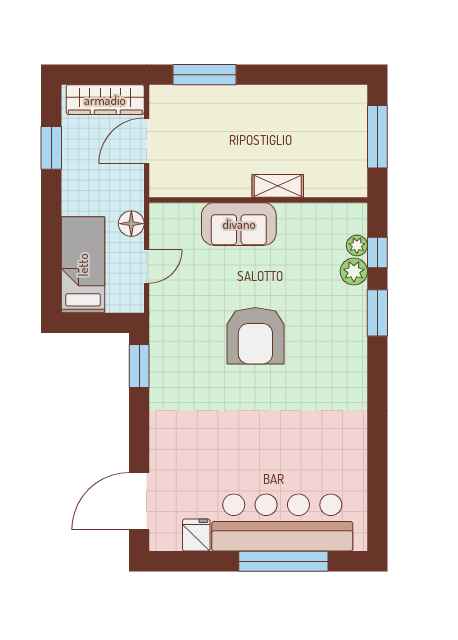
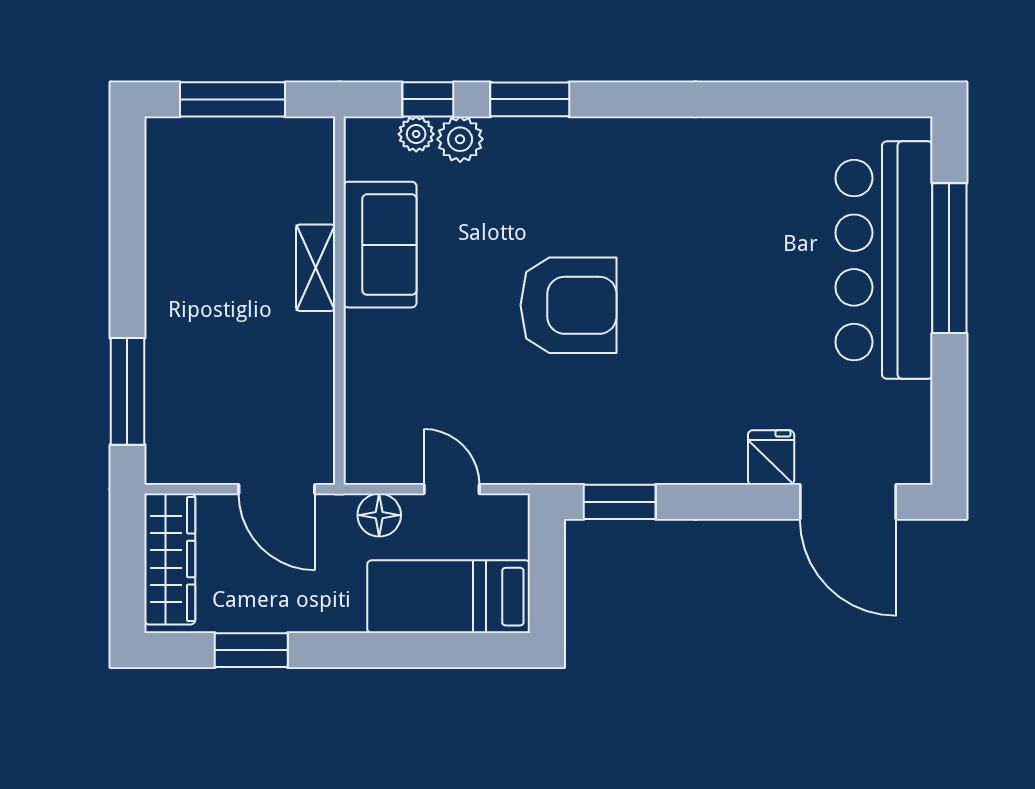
door: (147, 141) -> (277, 489), moved
sofa: (239, 224) -> (380, 245), moved
fridge: (196, 535) -> (771, 458), moved, turned 90

